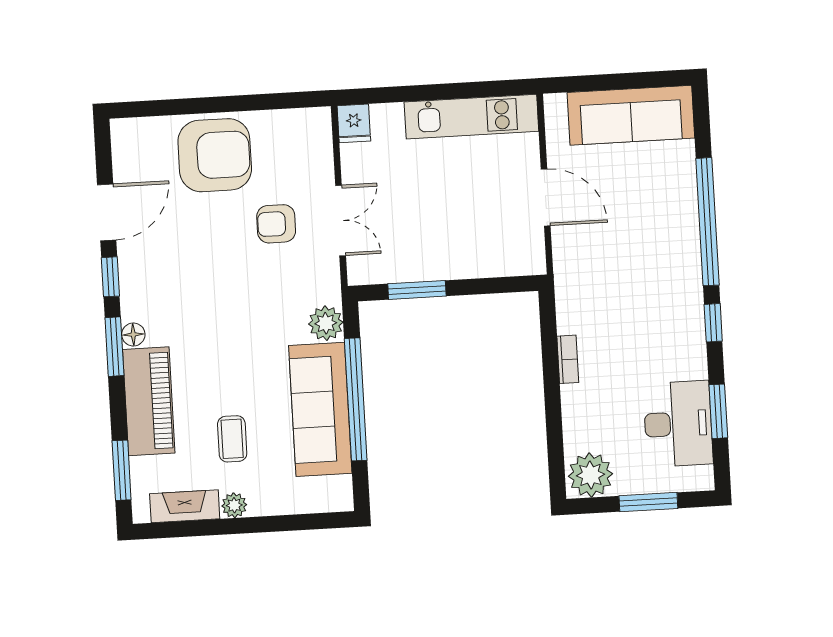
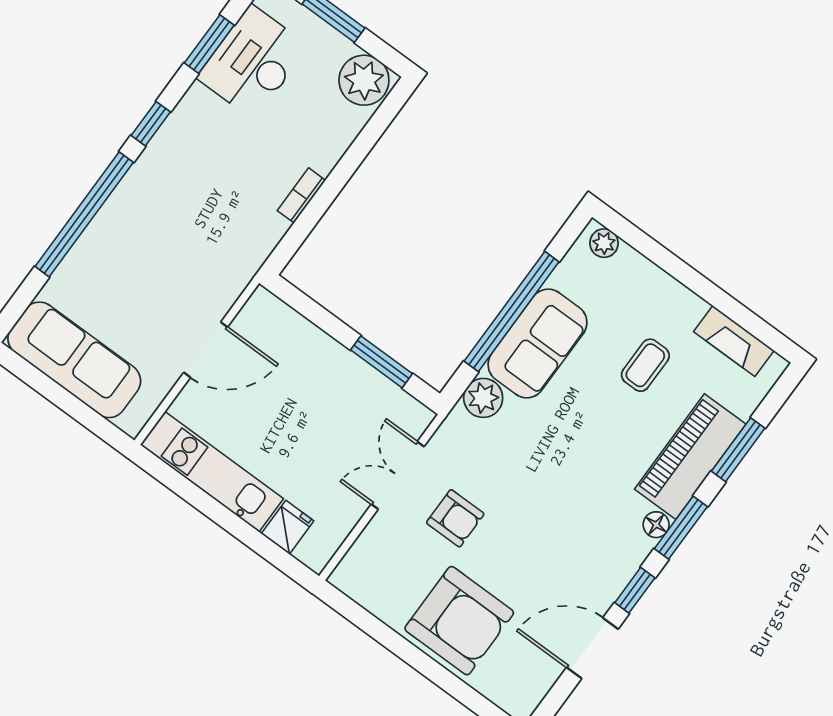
fridge: (354, 123) -> (288, 527), moved
armchair: (215, 155) -> (459, 621), turned 180
door: (546, 197) -> (206, 350), swing flipped
sofa: (320, 409) -> (537, 343), width x0.73
window: (122, 470) -> (738, 450), moved
plant: (234, 505) -> (604, 243), moved

